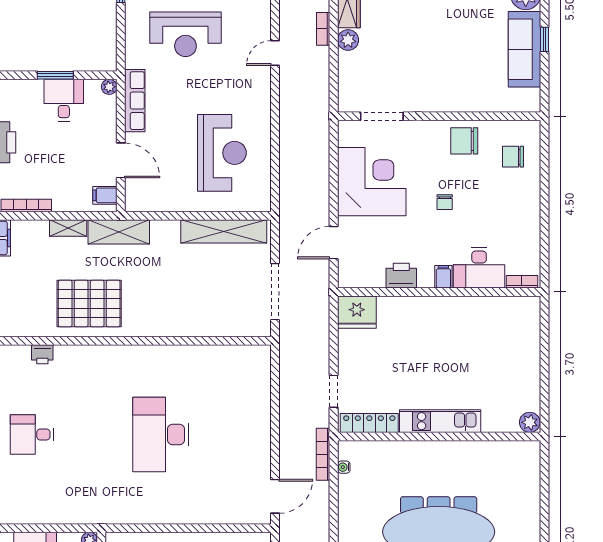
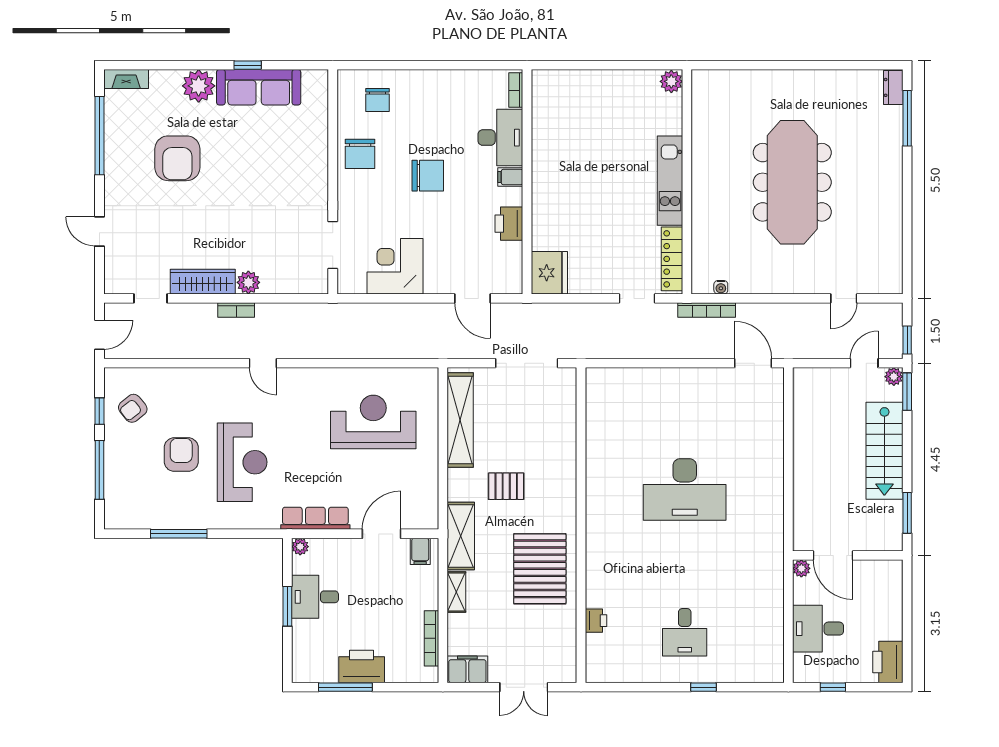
corner desk: (372, 182) -> (395, 266), width x0.74, depth x0.74
chair: (445, 202) -> (428, 176), width x1.87, depth x1.87
pallet: (164, 273) -> (506, 486), added

